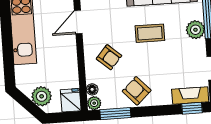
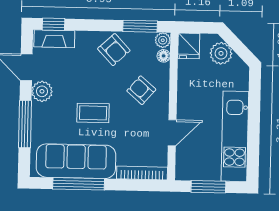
plant: (195, 30) -> (42, 91), moved

